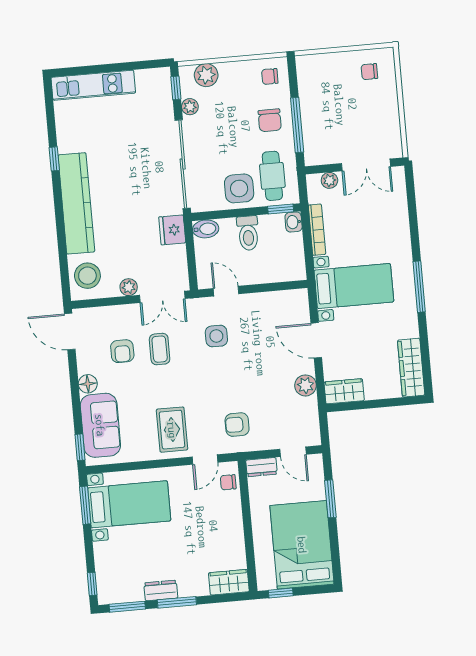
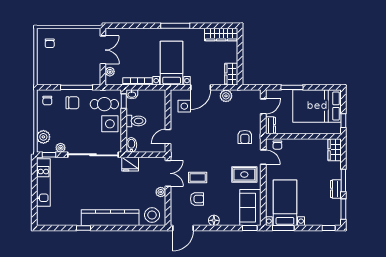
kitchen unit: (93, 85) -> (43, 183), moved
side table: (216, 336) -> (184, 106), moved
sofa: (100, 425) -> (250, 208), moved, turned -90

